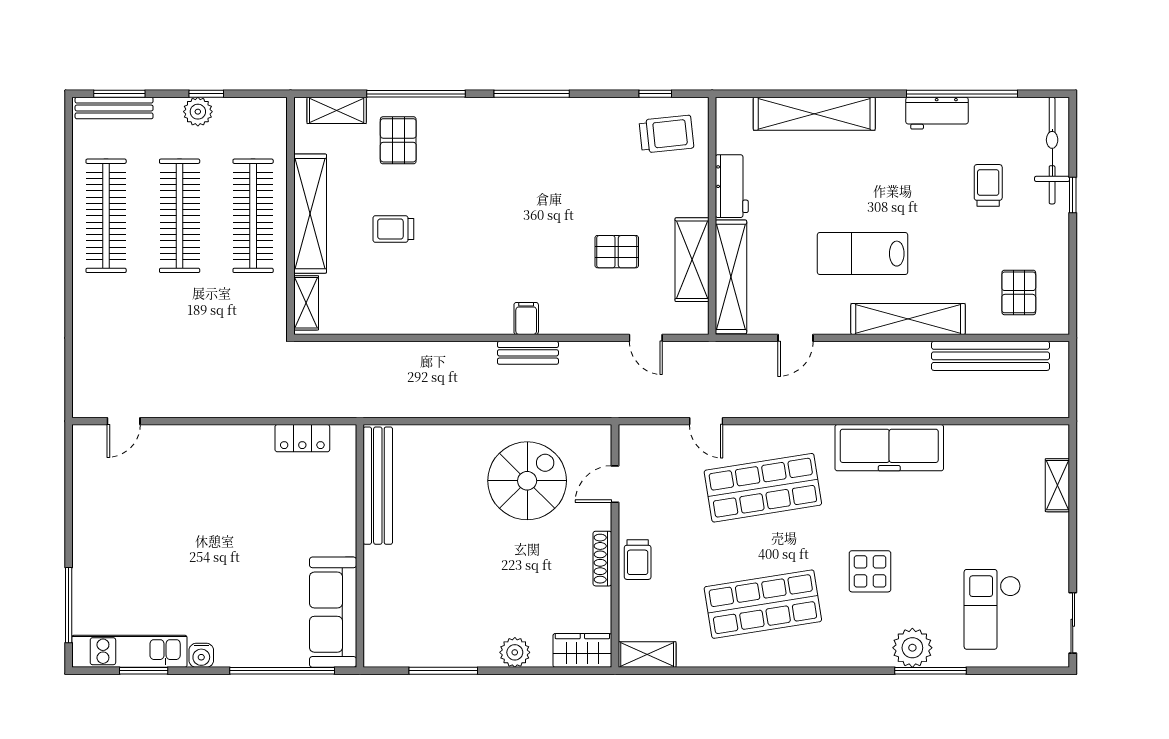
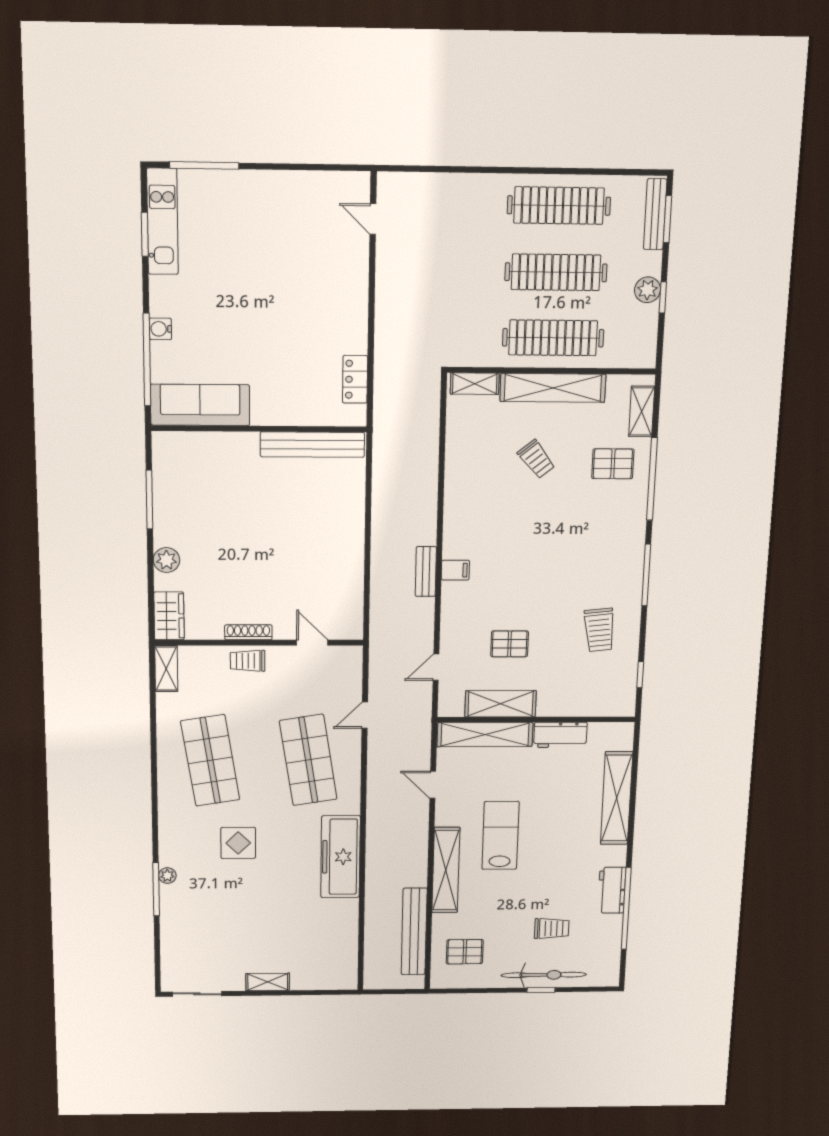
trolley: (666, 134) -> (599, 630), moved
bicycle: (1052, 151) -> (544, 975), moved
trolley: (393, 229) -> (536, 459), turned 141
pallet: (617, 252) -> (510, 644), turned 90
spiral stairs: (527, 481) -> (316, 571), removed
shelving: (1057, 485) -> (268, 982), moved
checkout: (992, 609) -> (207, 935), removed
plant: (912, 648) -> (167, 876), width x0.53, depth x0.53
water cooler: (201, 655) -> (160, 329), moved

